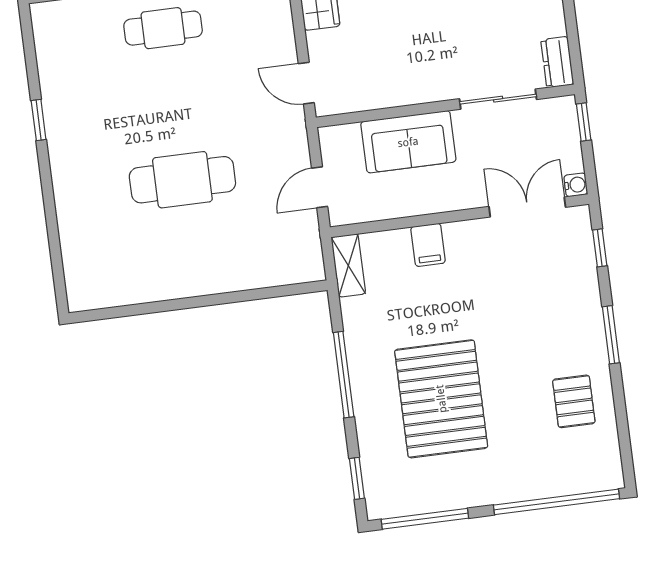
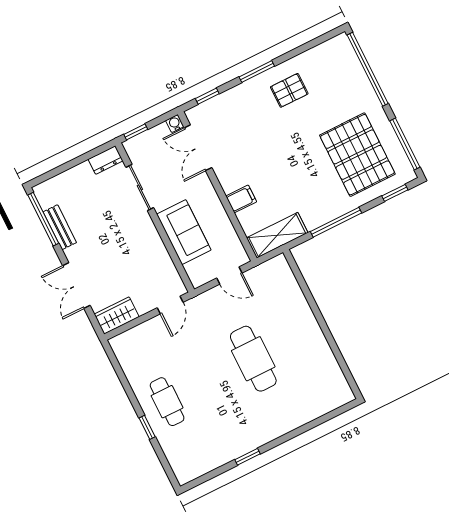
shelving: (348, 265) -> (277, 235), width x1.50, depth x1.33
pallet: (441, 399) -> (357, 155), moved, turned 90
pallet: (574, 401) -> (289, 90), moved

